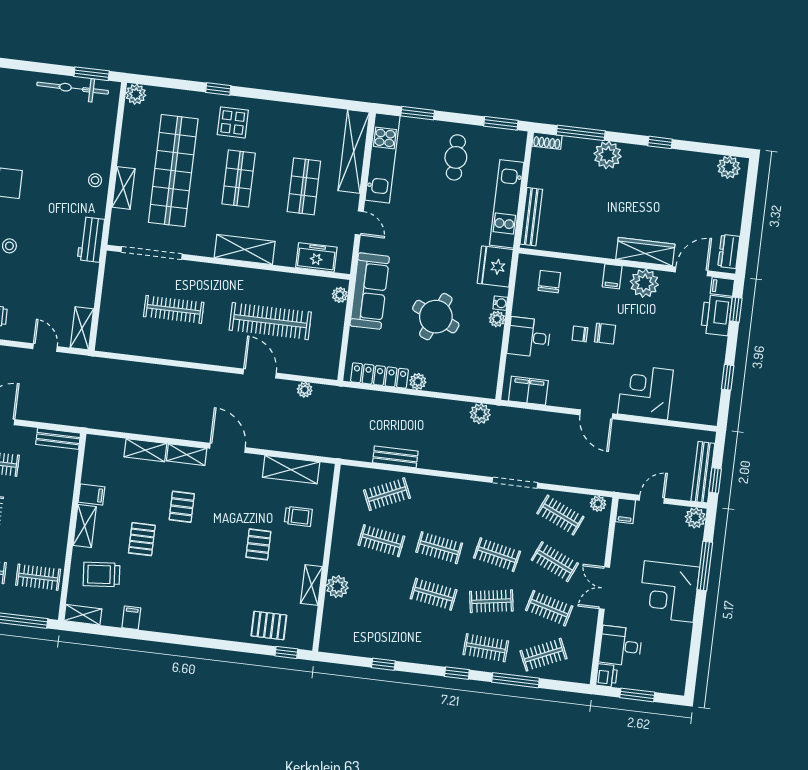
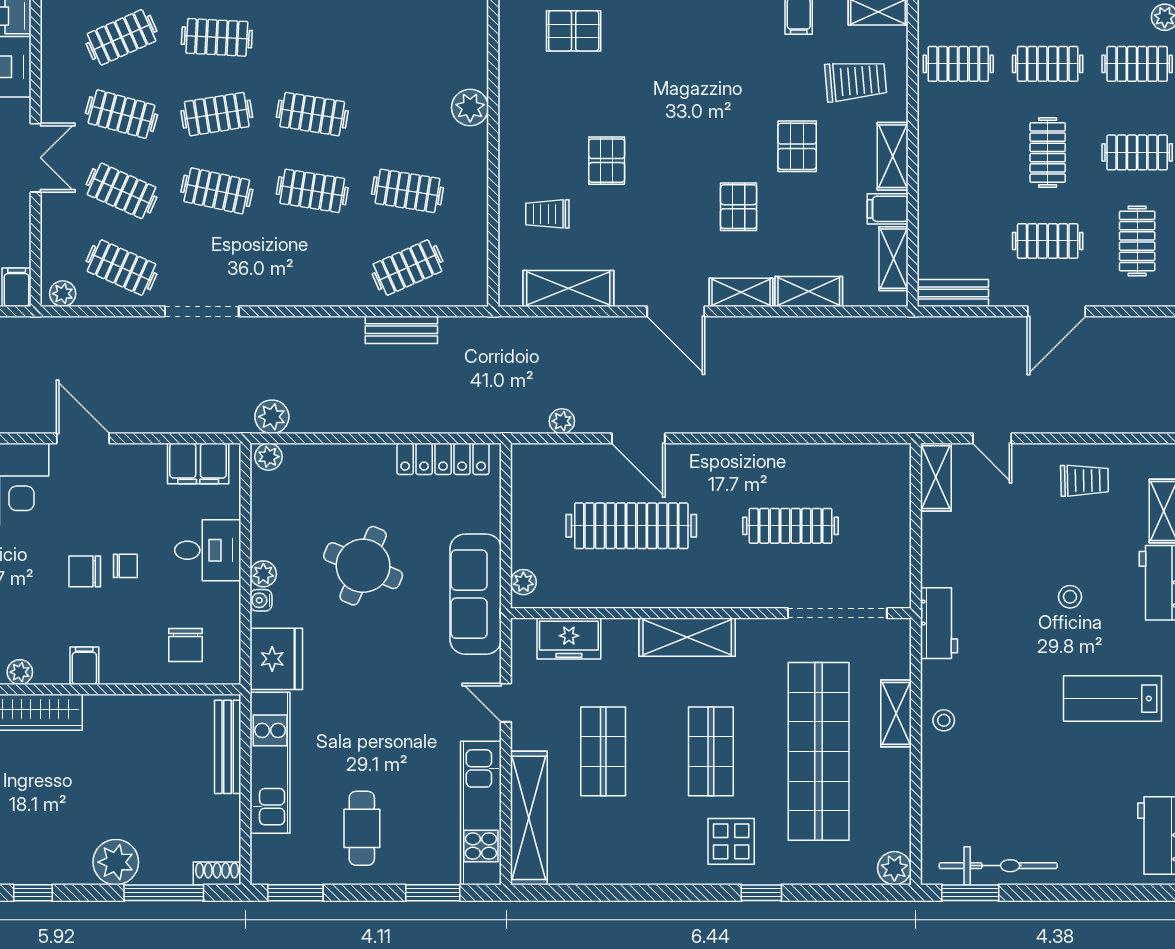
plant: (644, 283) -> (20, 672), width x0.53, depth x0.53
plant: (418, 381) -> (269, 457), moved
shelving: (311, 585) -> (893, 259), moved

